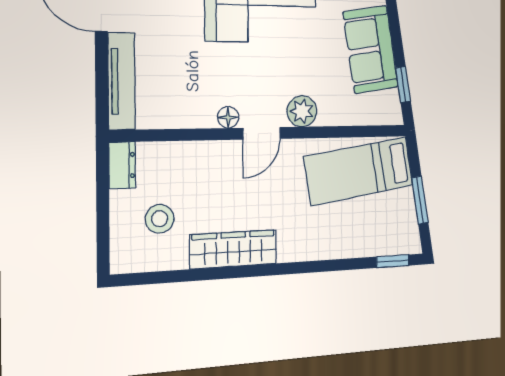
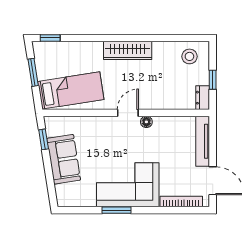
plant: (302, 111) -> (105, 125), removed
window: (103, 201) -> (213, 80), added
stool: (160, 219) -> (189, 56), moved
wardrobe: (233, 249) -> (128, 50), moved

